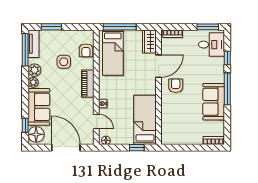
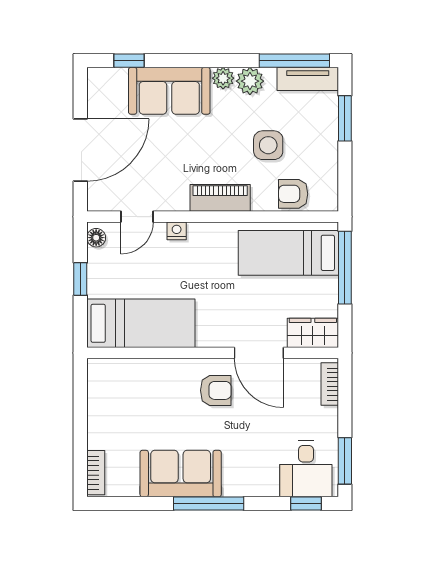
window: (227, 58) -> (306, 504), moved
floor lamp: (36, 134) -> (109, 85), removed
window: (137, 148) -> (80, 279), moved

